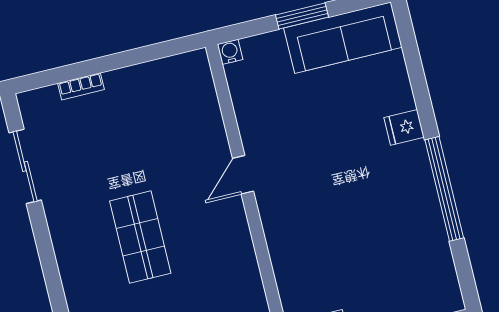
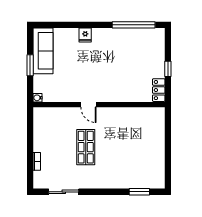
window: (444, 189) -> (134, 25), moved
shop shelf: (140, 237) -> (86, 147), moved, turned 90

